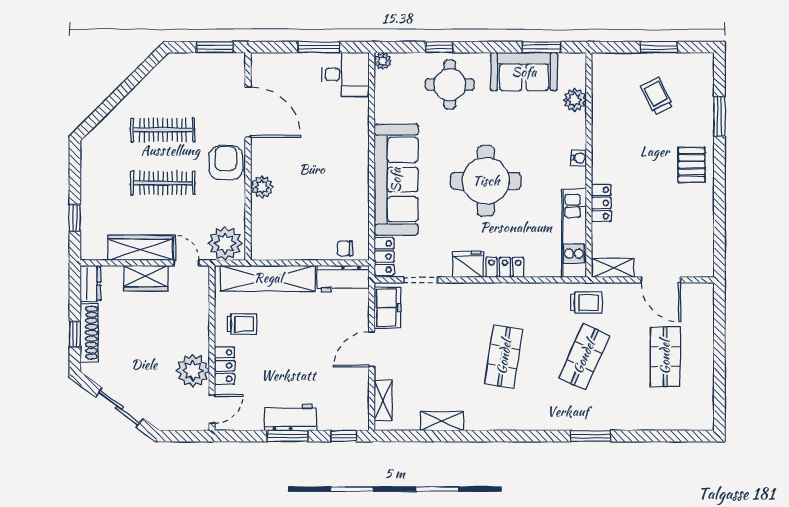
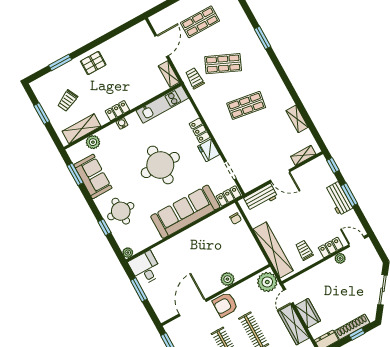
shelving: (604, 94) -> (82, 129), added
locker: (601, 203) -> (117, 111), moved
workbench: (343, 279) -> (261, 197), moved, turned 90
freezer: (387, 308) -> (254, 180), removed
plant: (193, 371) -> (340, 258), width x0.53, depth x0.53

